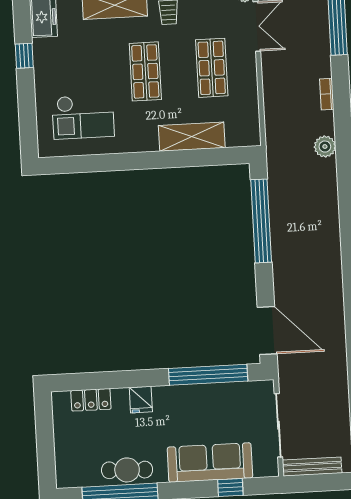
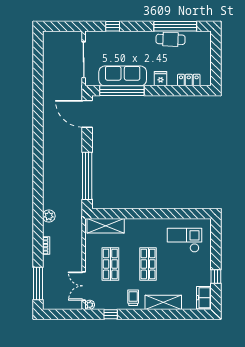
shelving: (192, 137) -> (106, 226), moved
sofa: (210, 463) -> (123, 76), moved, turned 180
bench: (312, 467) -> (66, 36), removed

